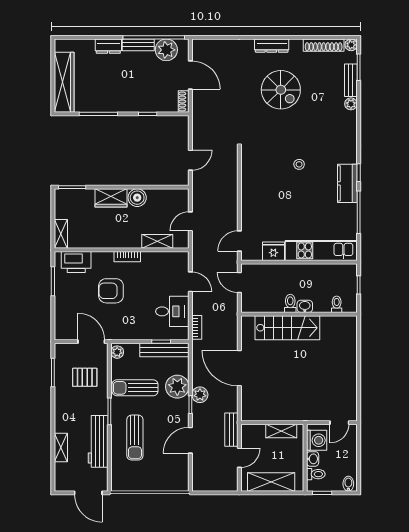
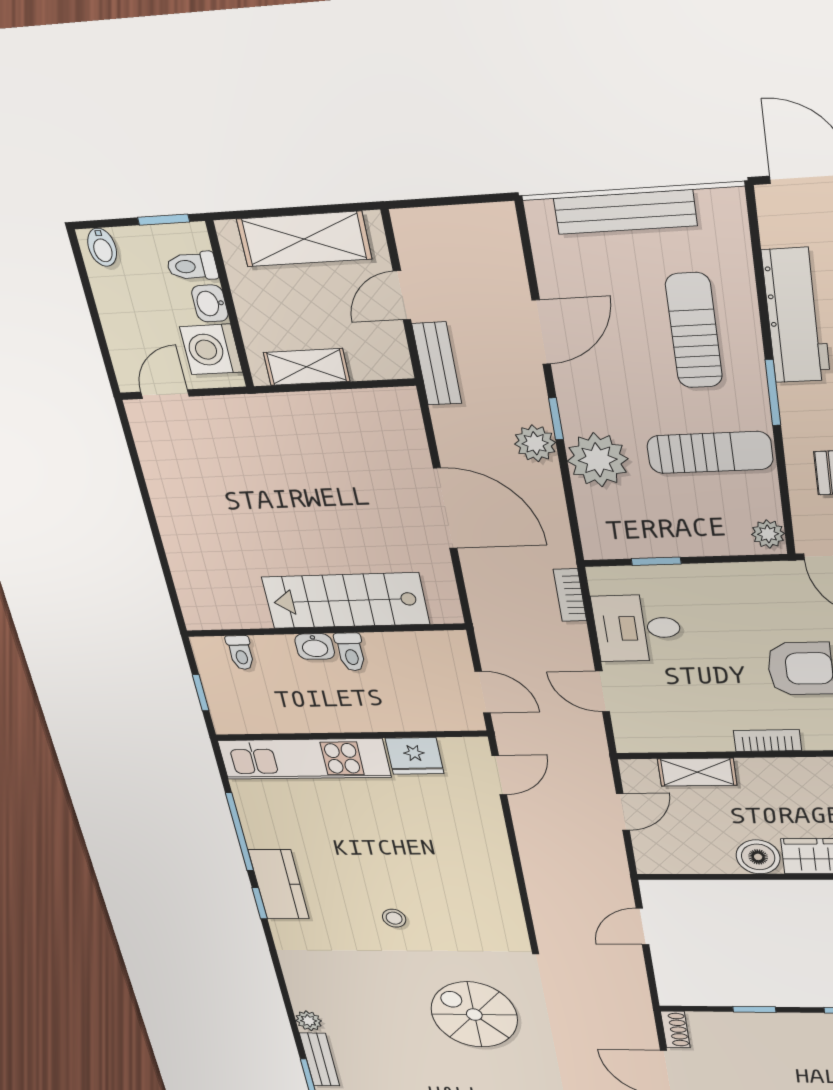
spiral stairs: (281, 90) -> (474, 1015), moved
bench: (164, 350) -> (625, 212), moved

